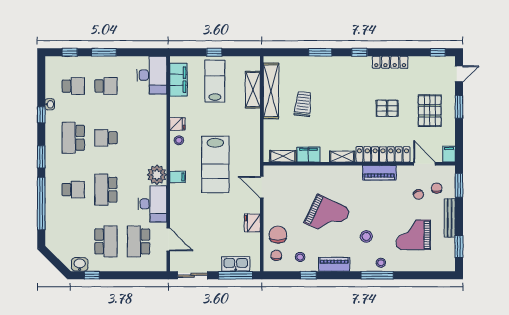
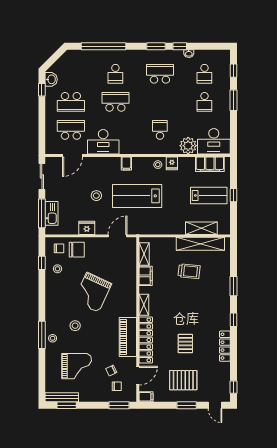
school desk: (106, 138) -> (160, 130), moved
window: (41, 157) -> (156, 46), moved
piano: (379, 173) -> (128, 337), width x1.37, depth x1.33
plant: (157, 175) -> (188, 146), moved
stool: (215, 212) -> (96, 196), added
bench: (450, 218) -> (62, 397), moved
grand piano: (413, 235) -> (77, 366), turned 90
piano: (334, 264) -> (51, 298), removed
window: (308, 275) -> (42, 263), moved

